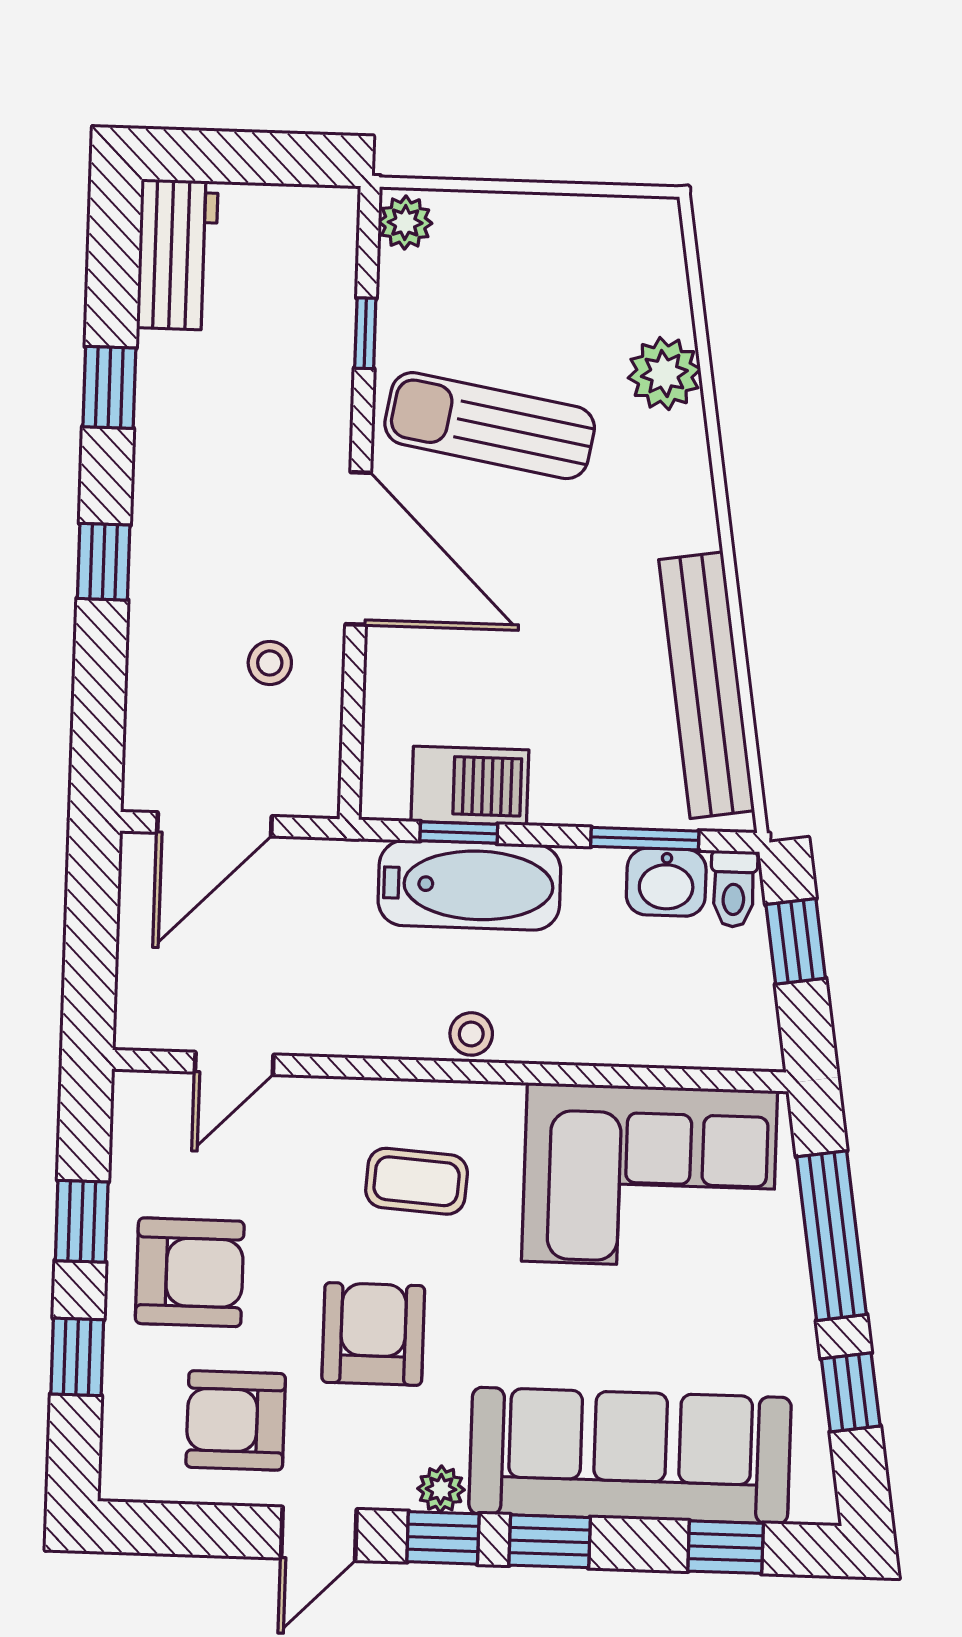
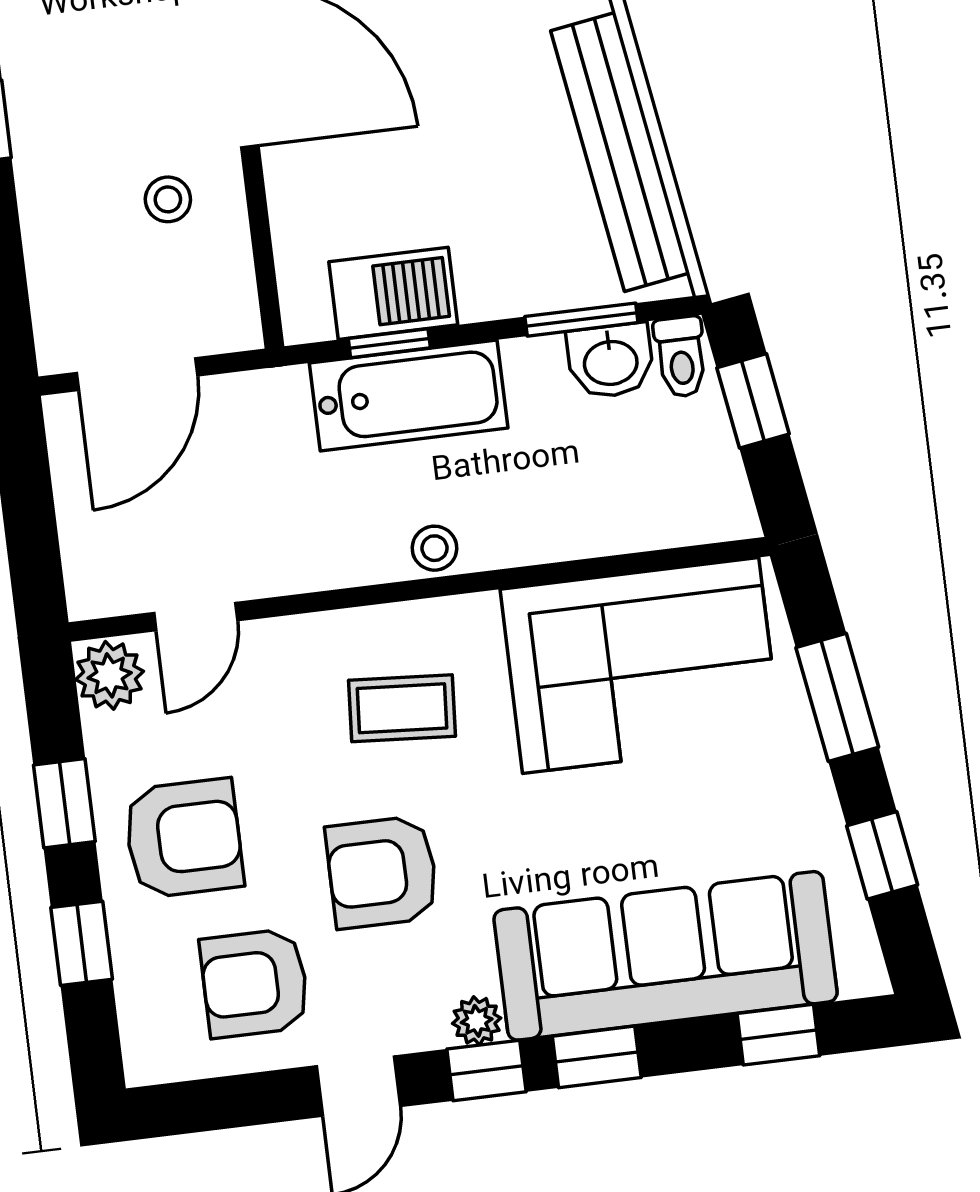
plant: (144, 1106) -> (110, 675), added
window: (832, 1236) -> (837, 697), width x0.69
armchair: (373, 1334) -> (382, 872), turned -90

